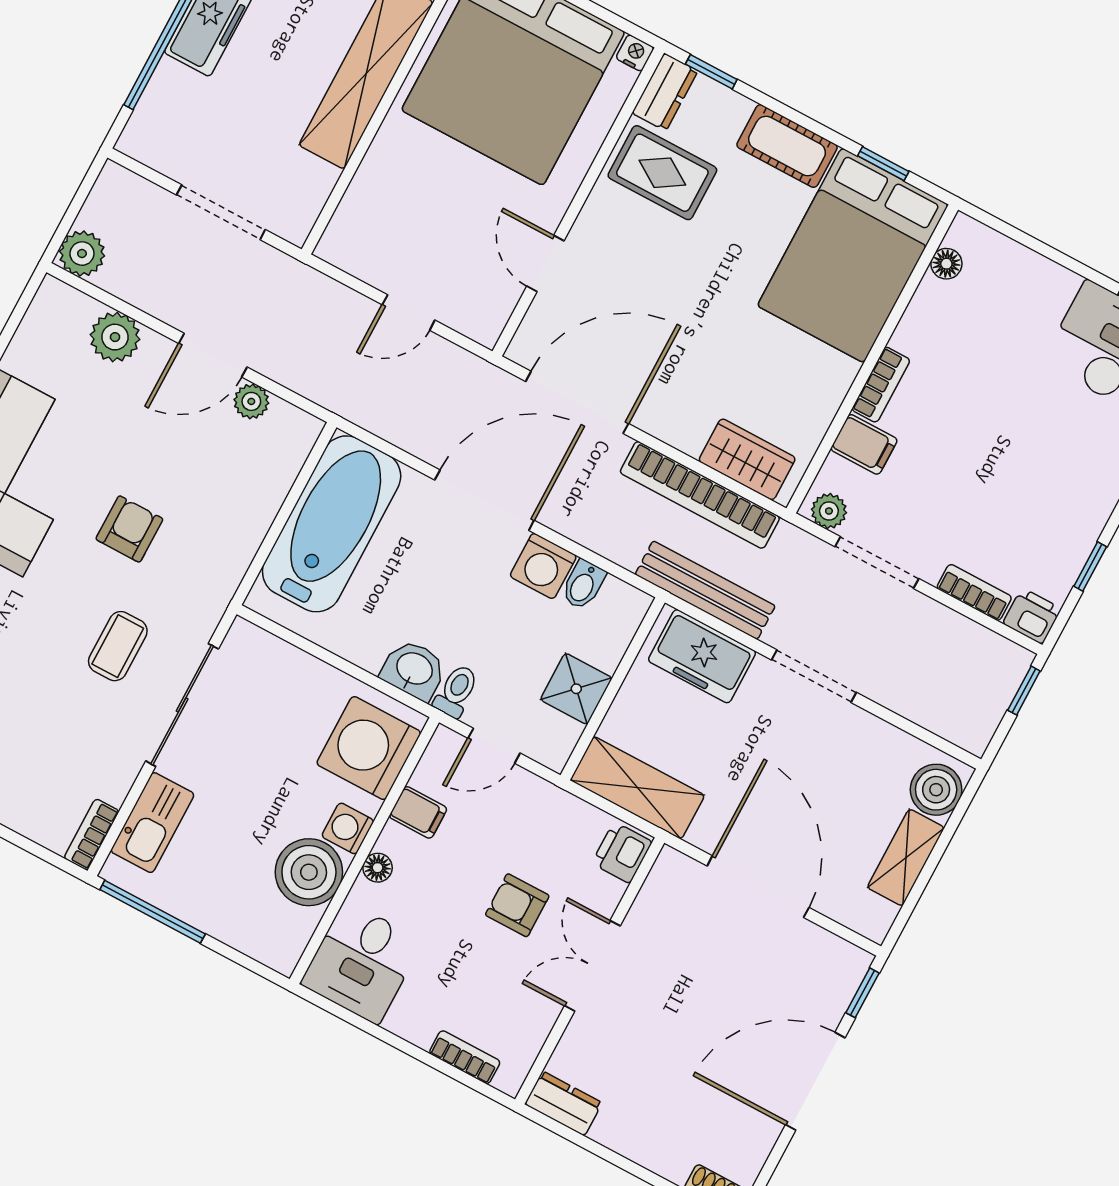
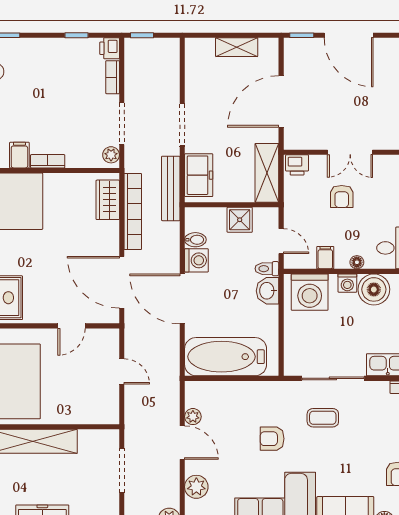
filing cabinet: (864, 444) -> (19, 155), moved
boiler: (936, 790) -> (202, 50), removed

